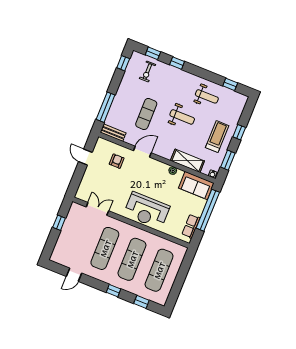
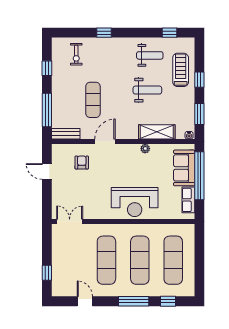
window: (153, 53) -> (74, 33), removed
window: (123, 63) -> (47, 68), moved
weight bench: (182, 117) -> (147, 90), moved
treadmill: (217, 137) -> (181, 70), moved
sofa: (196, 185) -> (184, 168), moved, turned 90
double door: (97, 209) -> (70, 221), moved
window: (59, 223) -> (47, 273), moved
door: (74, 275) -> (85, 301), swing flipped
window: (114, 291) -> (134, 301), width x2.17

